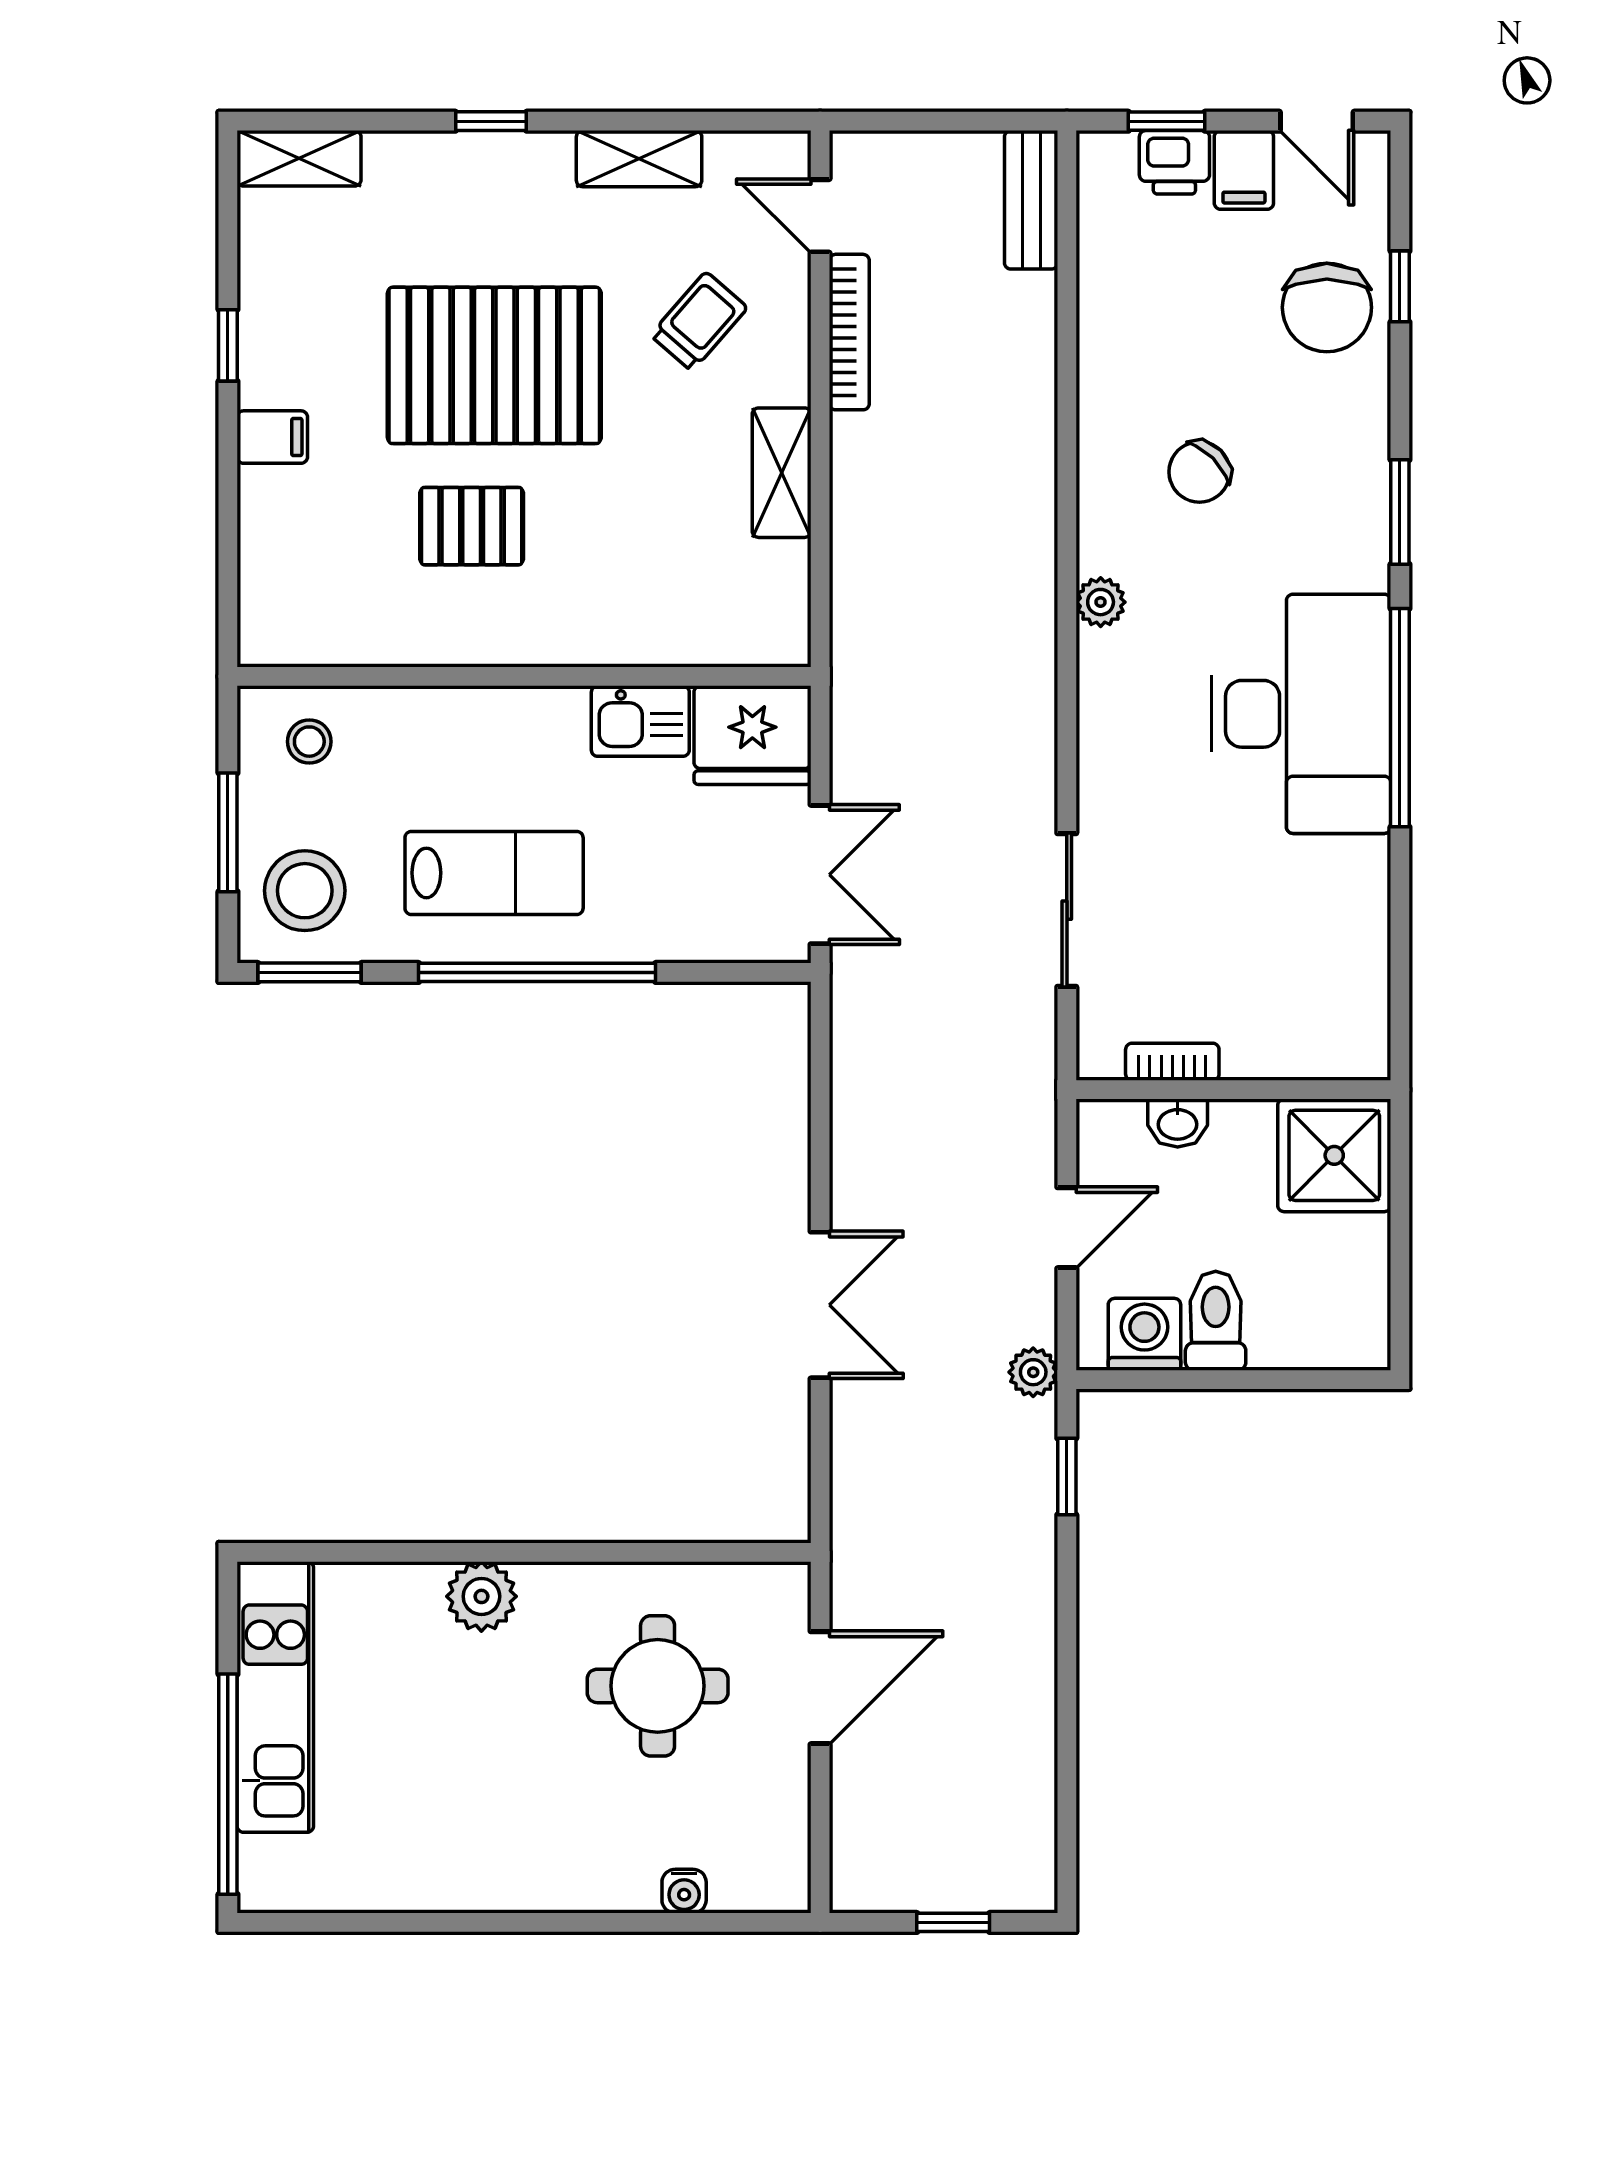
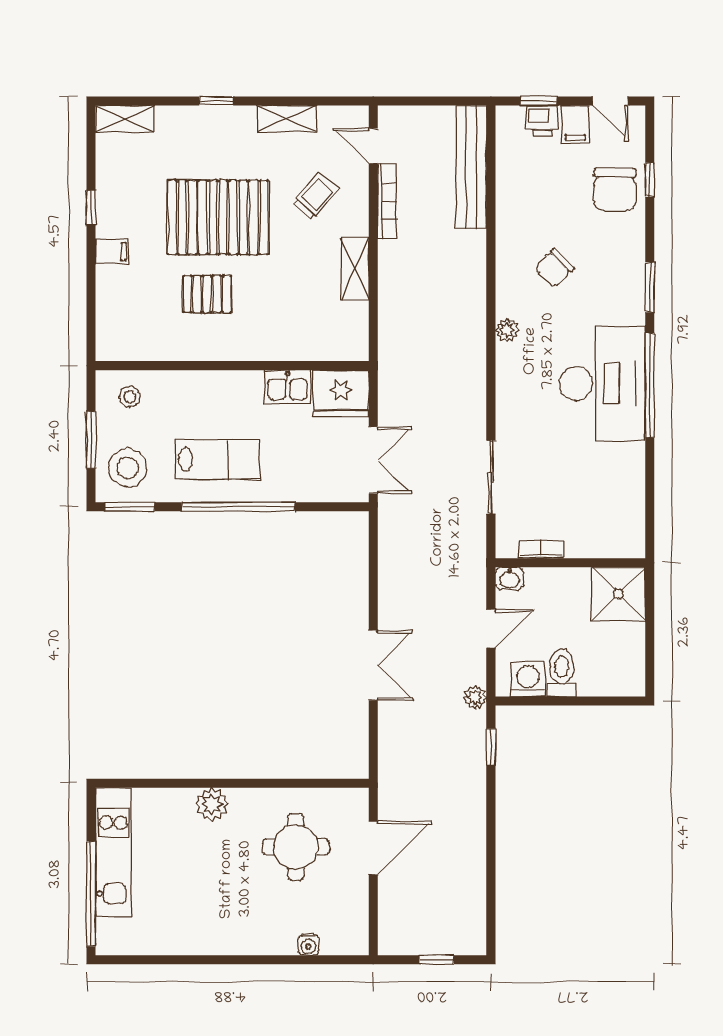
bench: (1031, 200) -> (471, 167), width x1.86, depth x1.21
washbasin: (1178, 1123) -> (509, 579), moved

